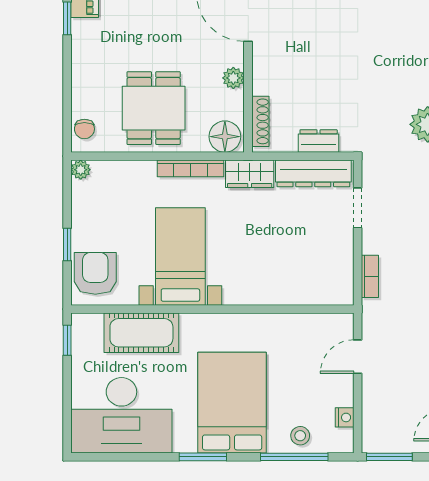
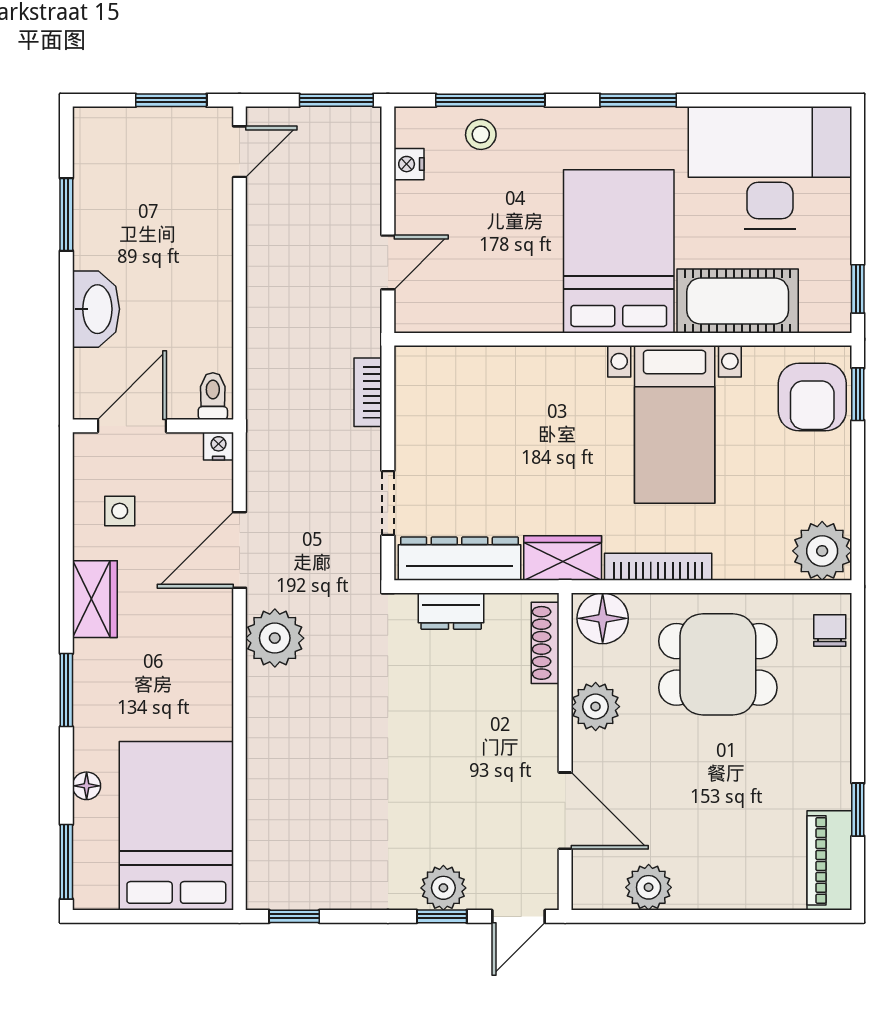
plant: (233, 78) -> (596, 707), width x1.38, depth x1.38
dining table: (154, 108) -> (718, 664), turned 90
plant: (81, 170) -> (822, 551), width x1.87, depth x1.87
window: (67, 245) -> (858, 394), moved
bed: (232, 403) -> (619, 251), moved, turned 180

